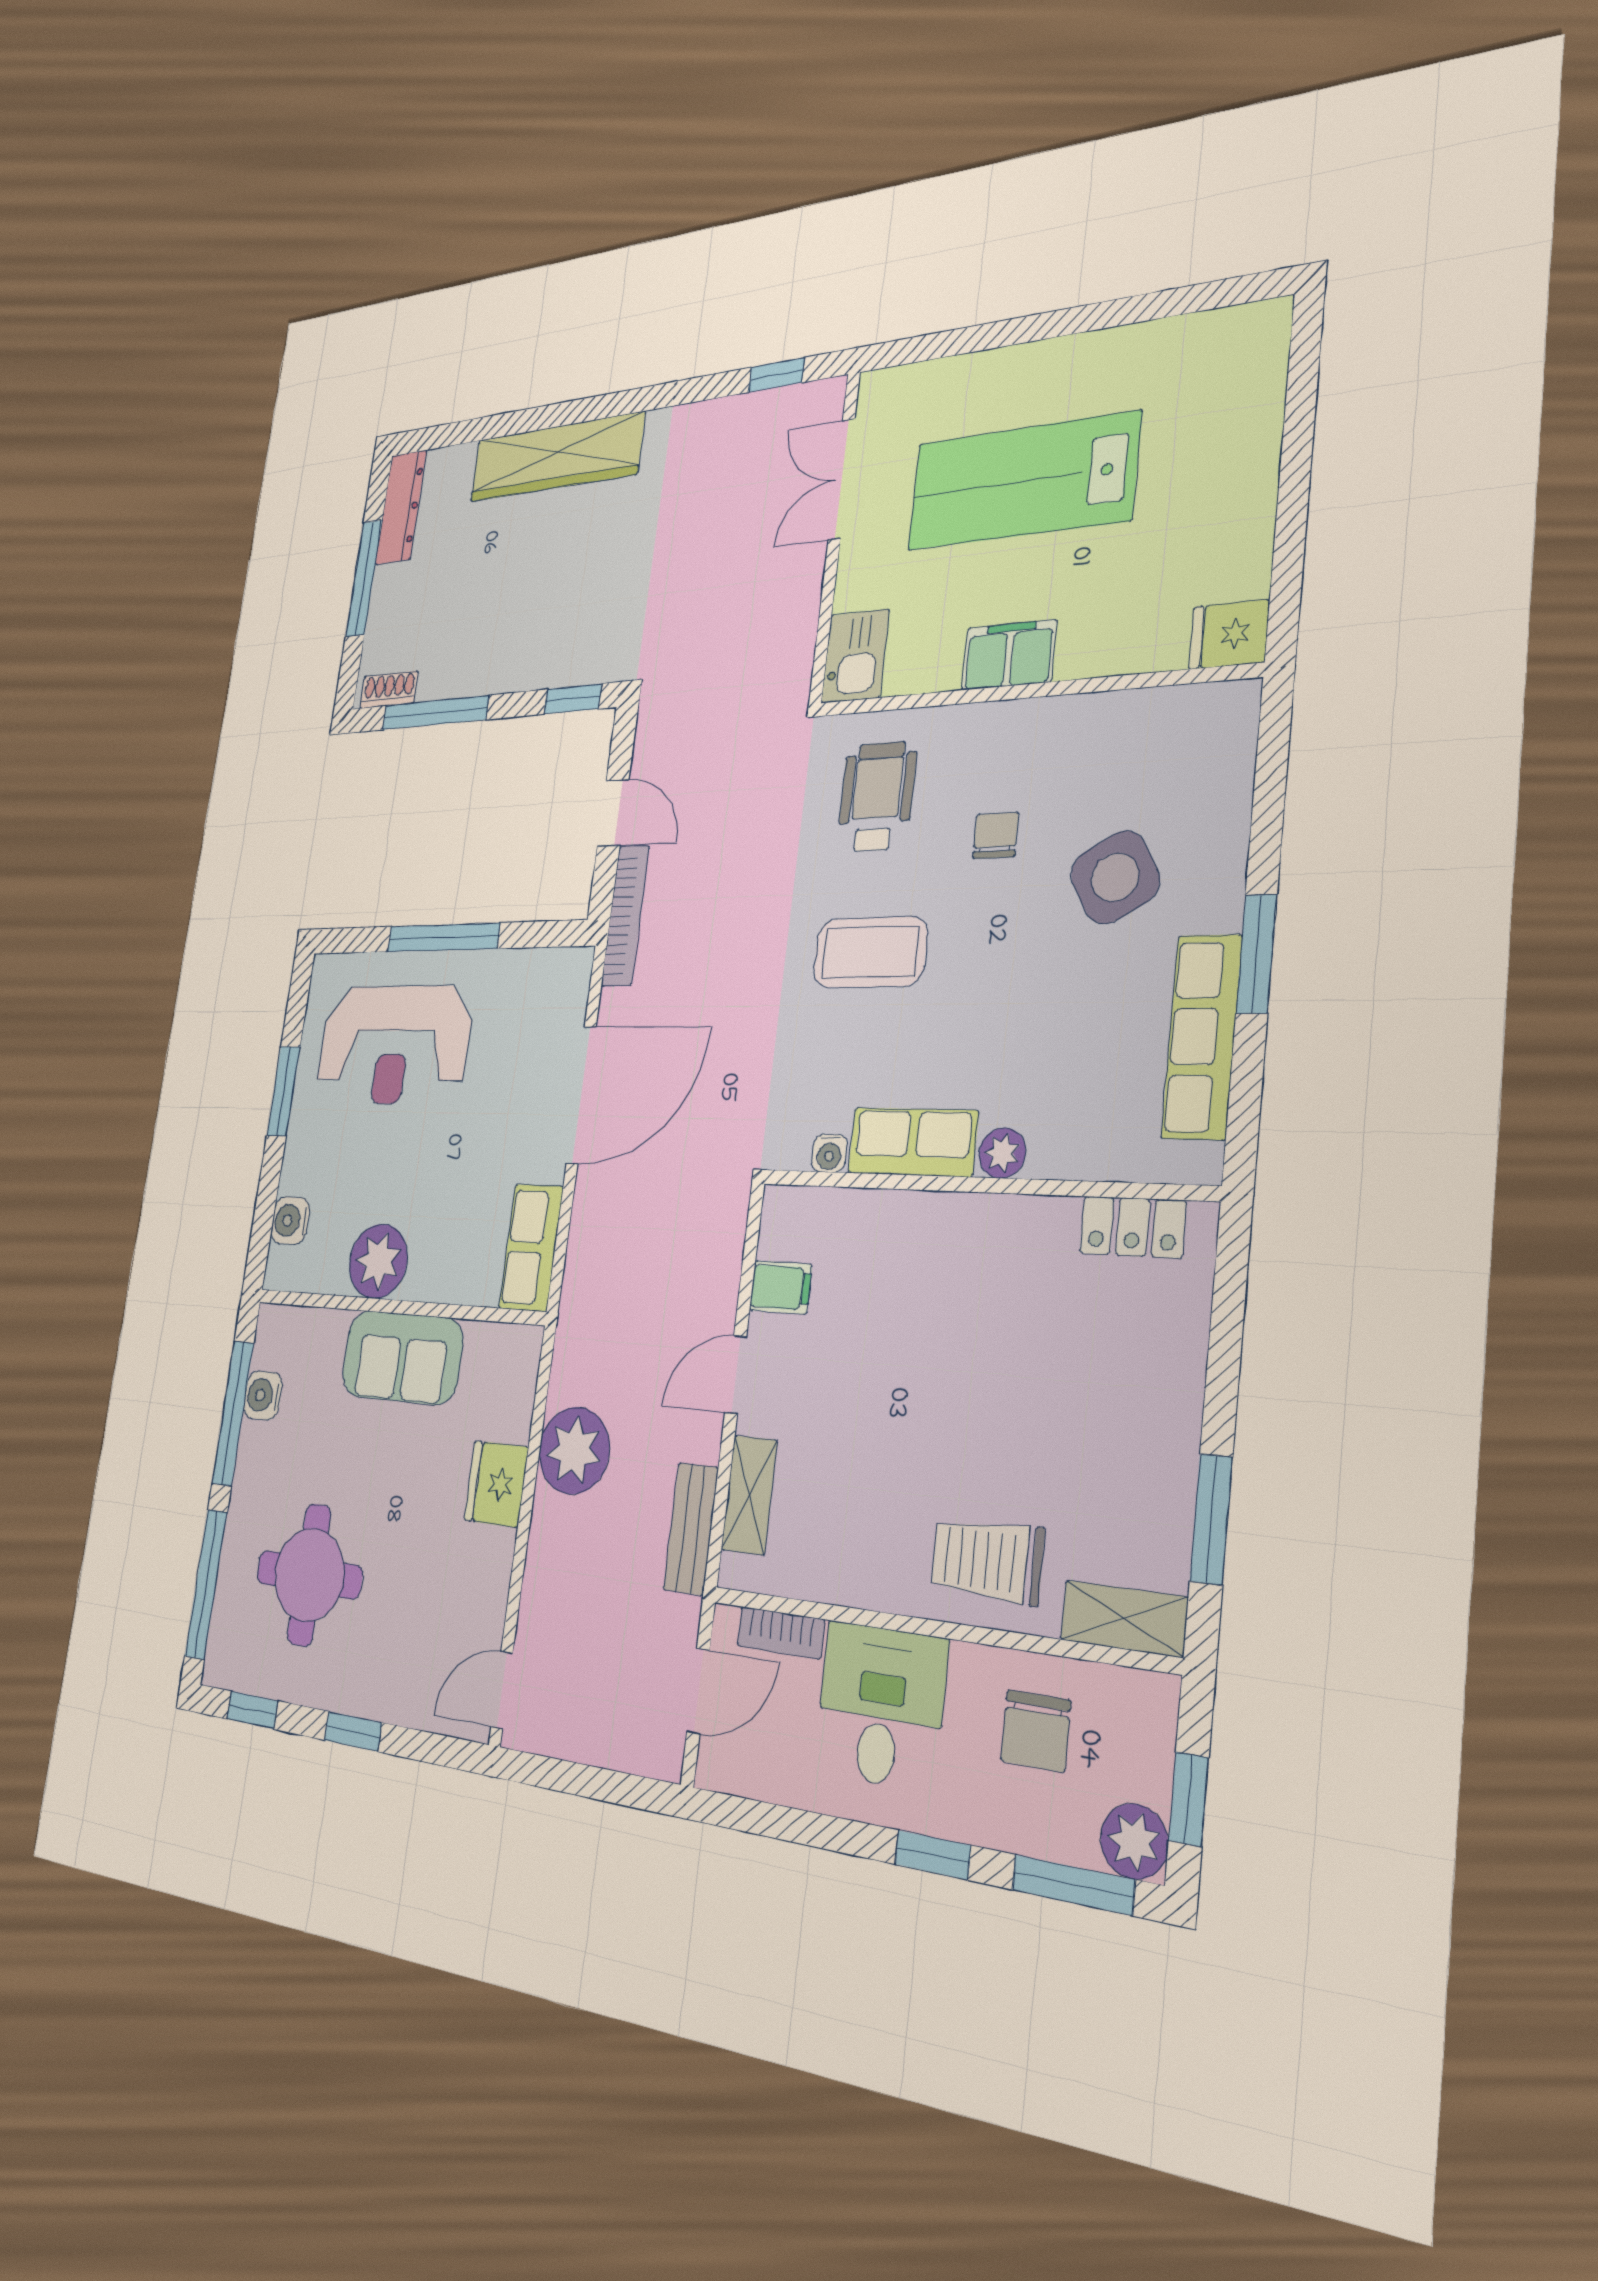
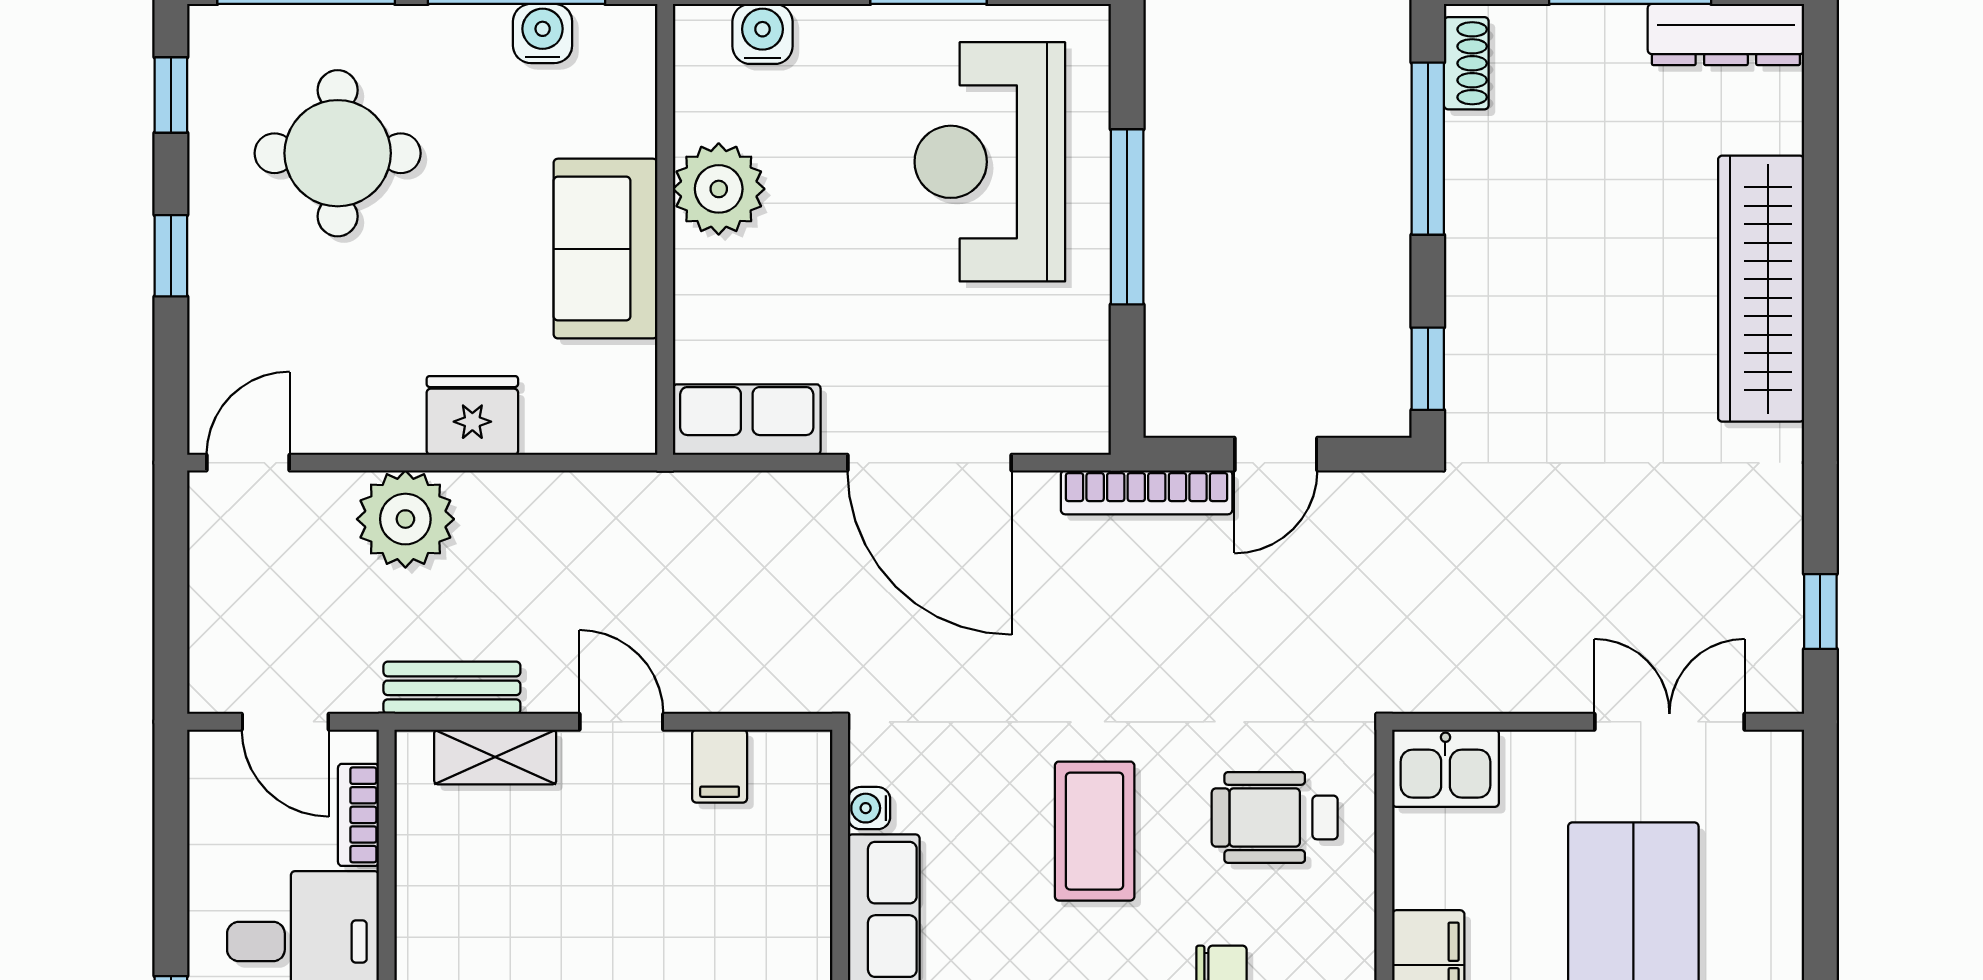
wheelchair: (877, 797) -> (1275, 817), turned 180
plant: (574, 1451) -> (405, 519), moved
door: (502, 1690) -> (248, 463), hinge flipped

